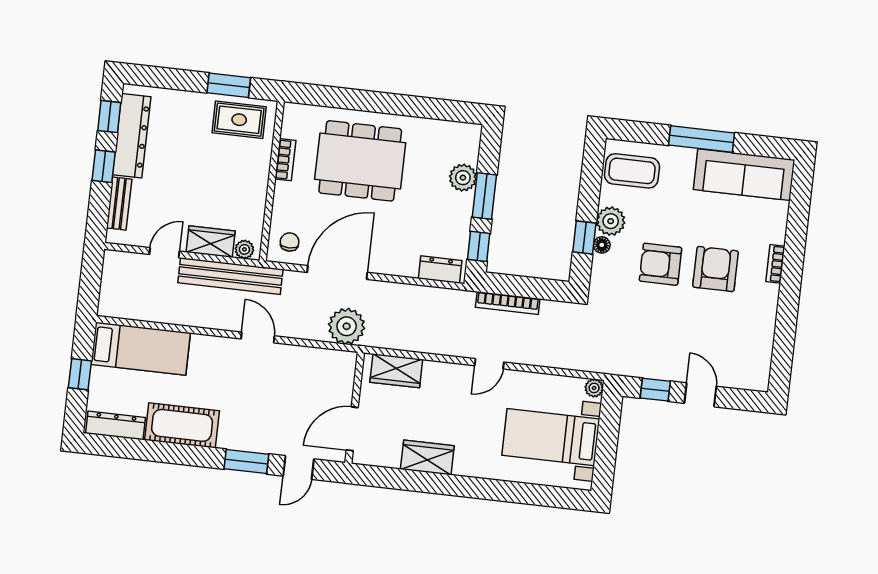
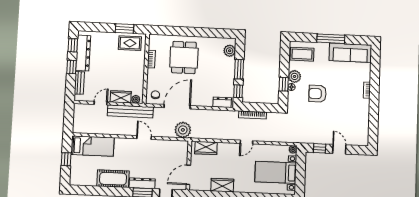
dining table: (360, 161) -> (184, 58), width x0.73
plant: (463, 178) -> (230, 51), moved
armchair: (716, 269) -> (341, 94), removed
dresser: (115, 425) -> (142, 183), moved

